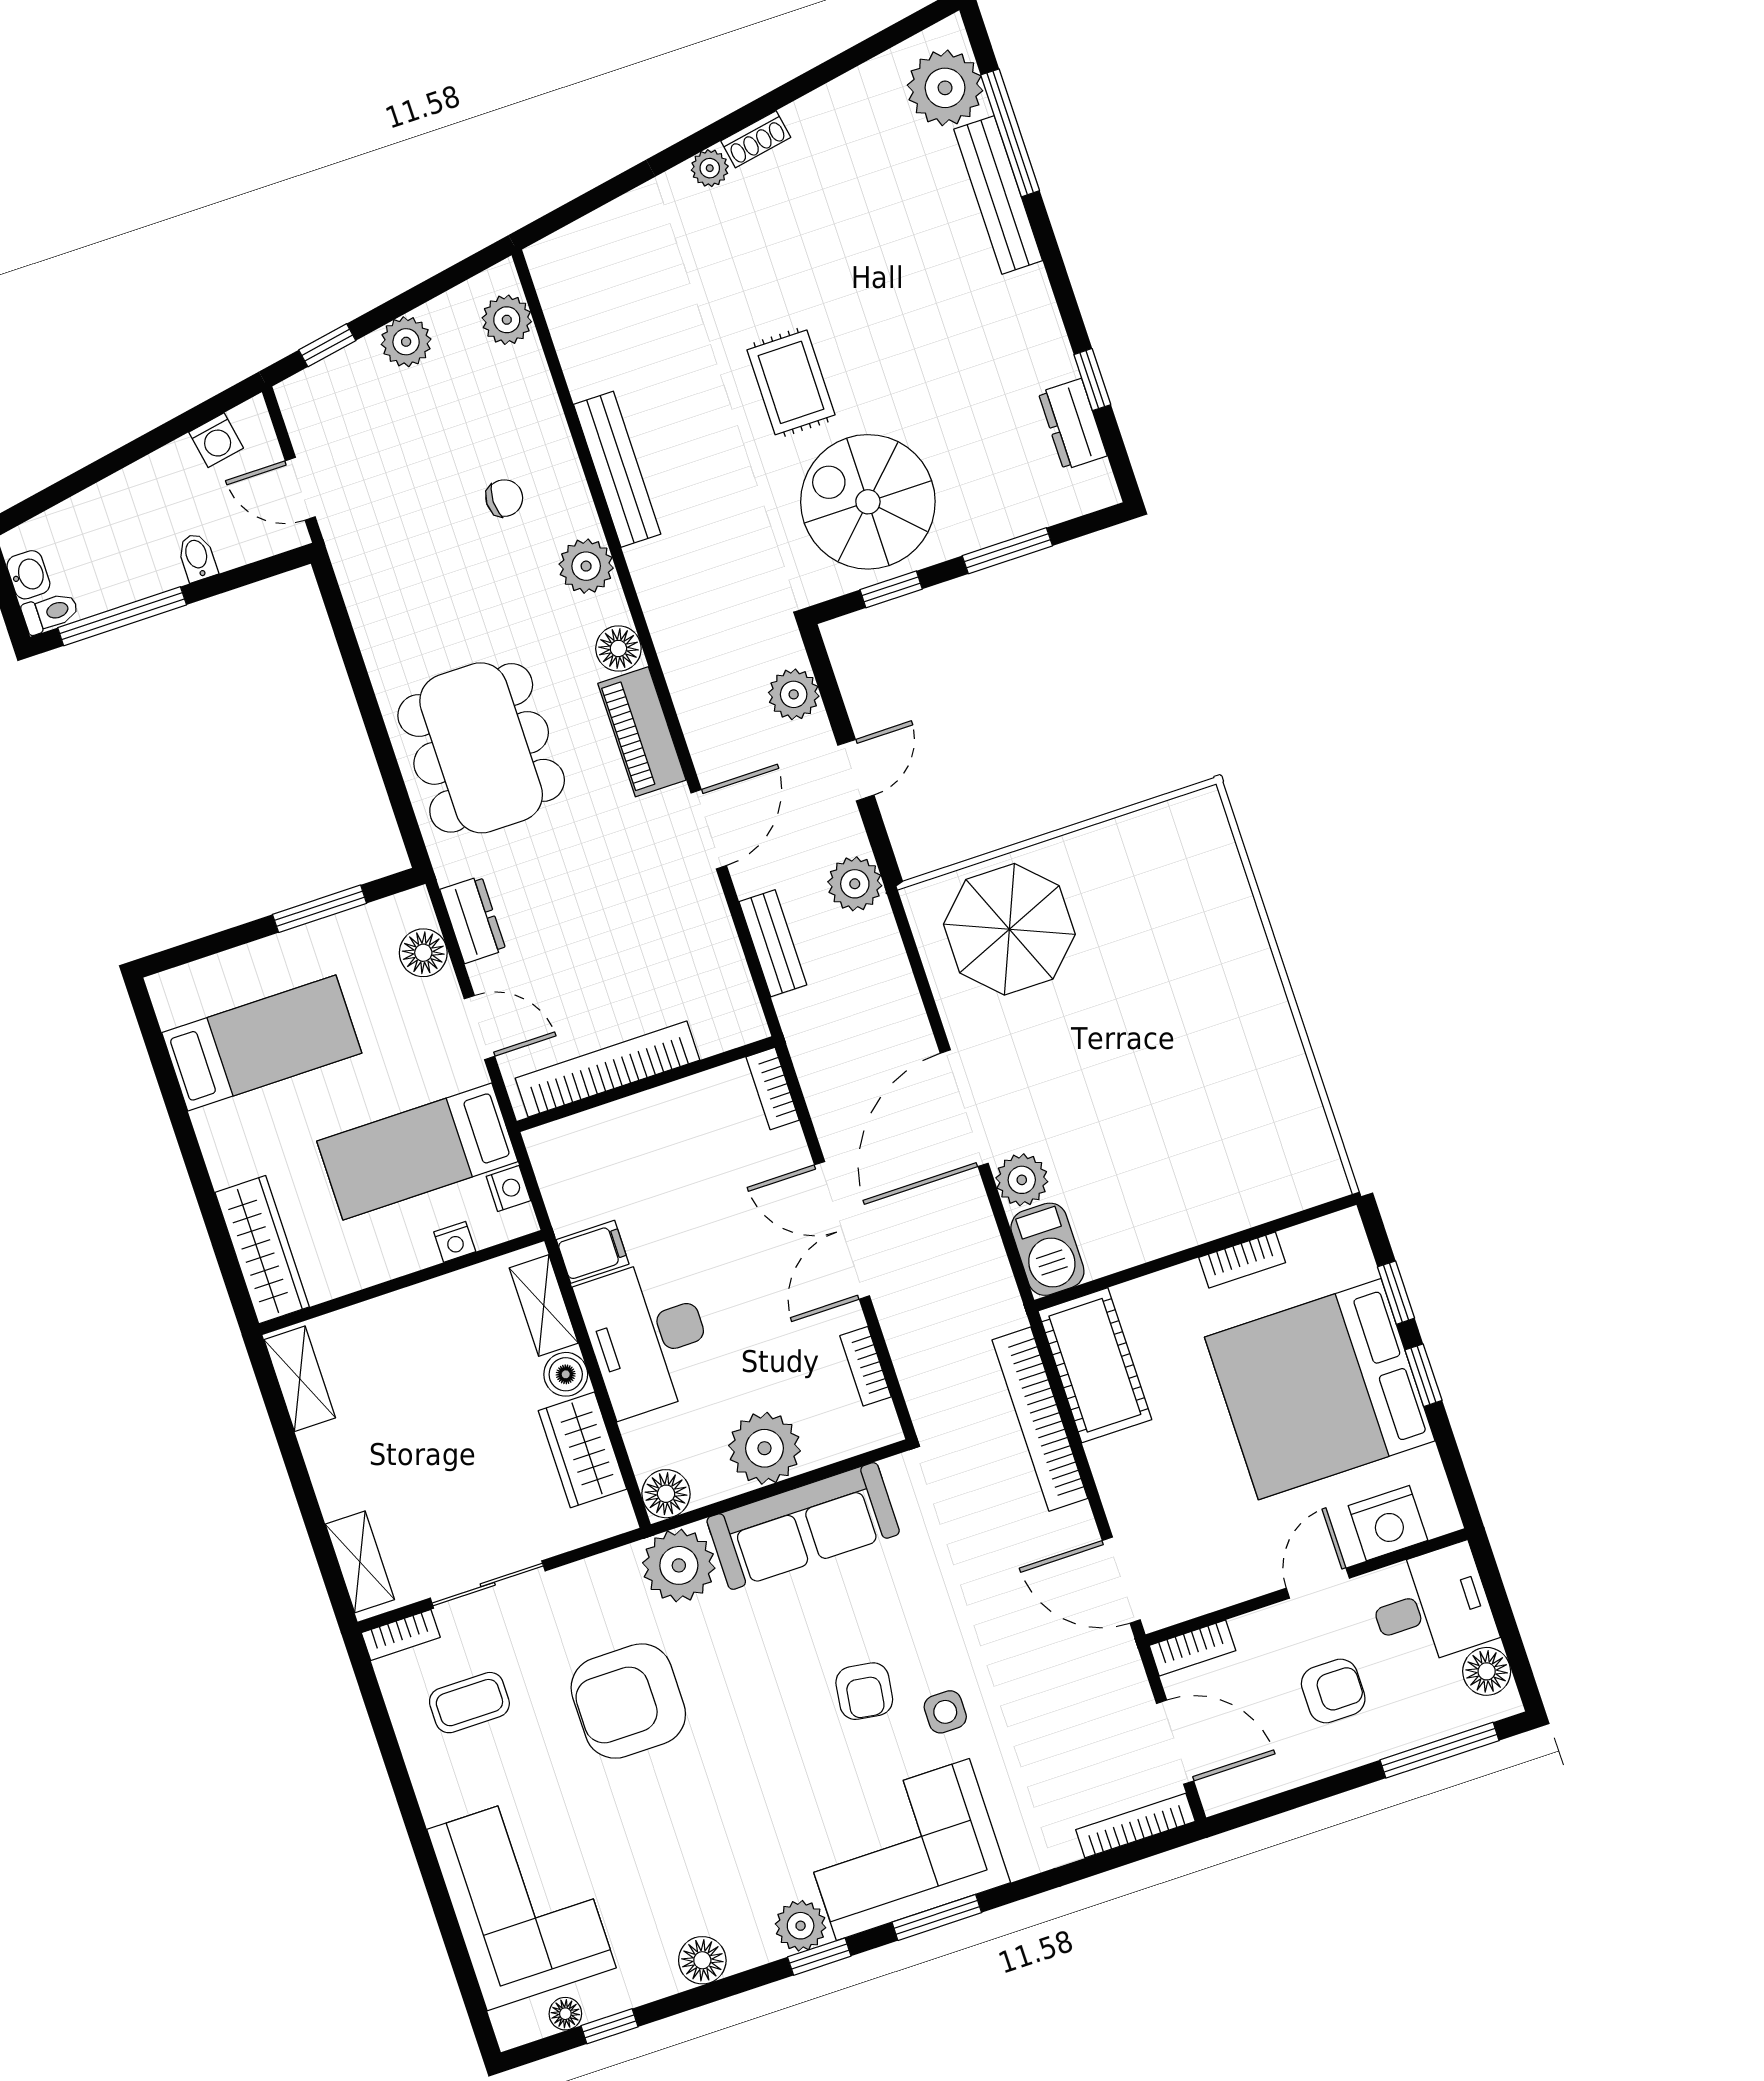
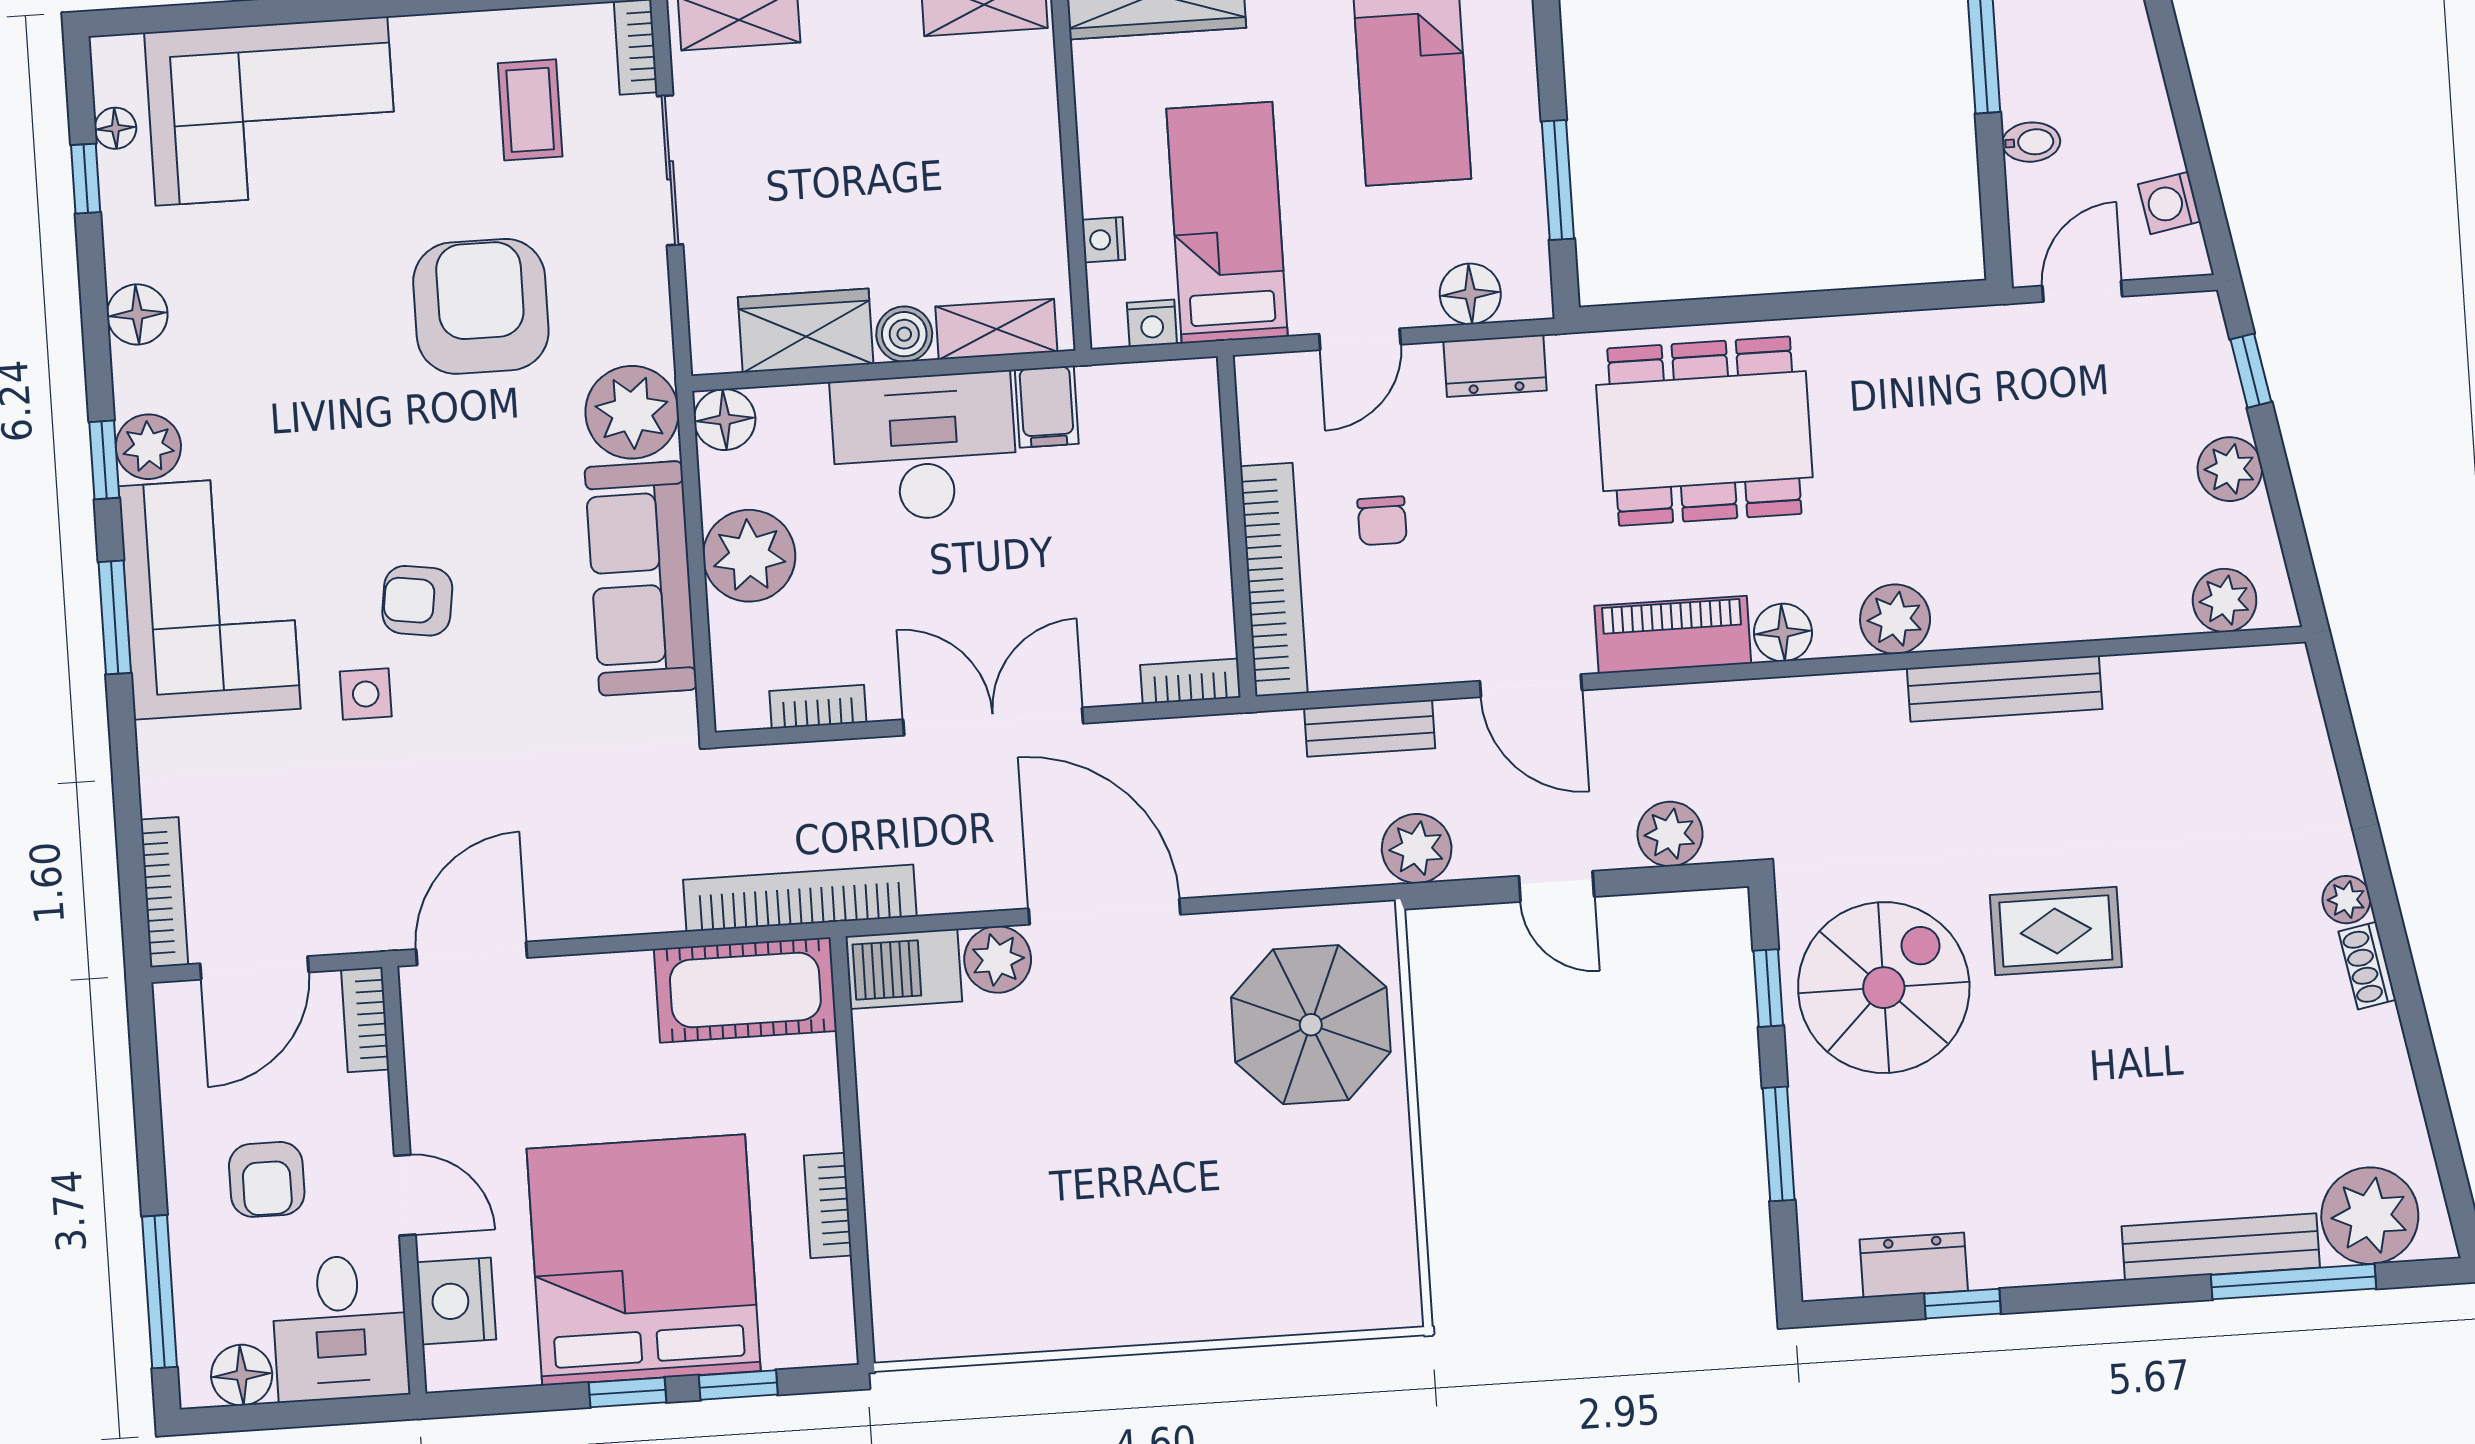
chair: (504, 498) -> (1382, 521), moved
bookcase: (608, 1069) -> (1274, 580), moved
bookcase: (1040, 1419) -> (800, 898), moved

